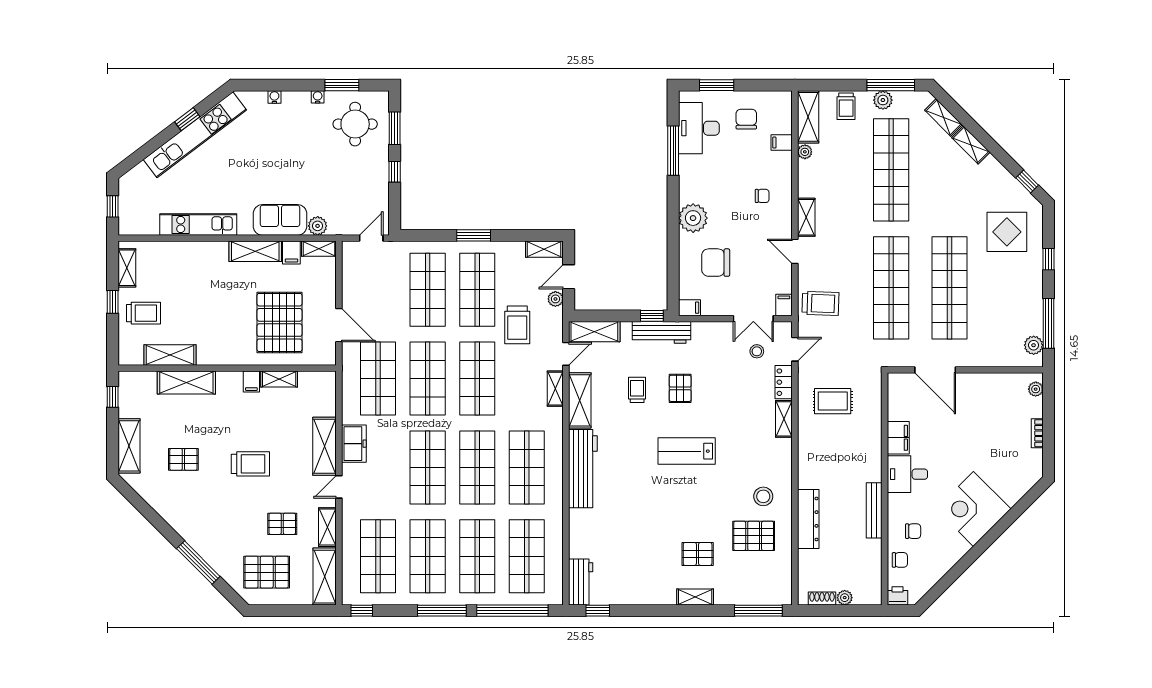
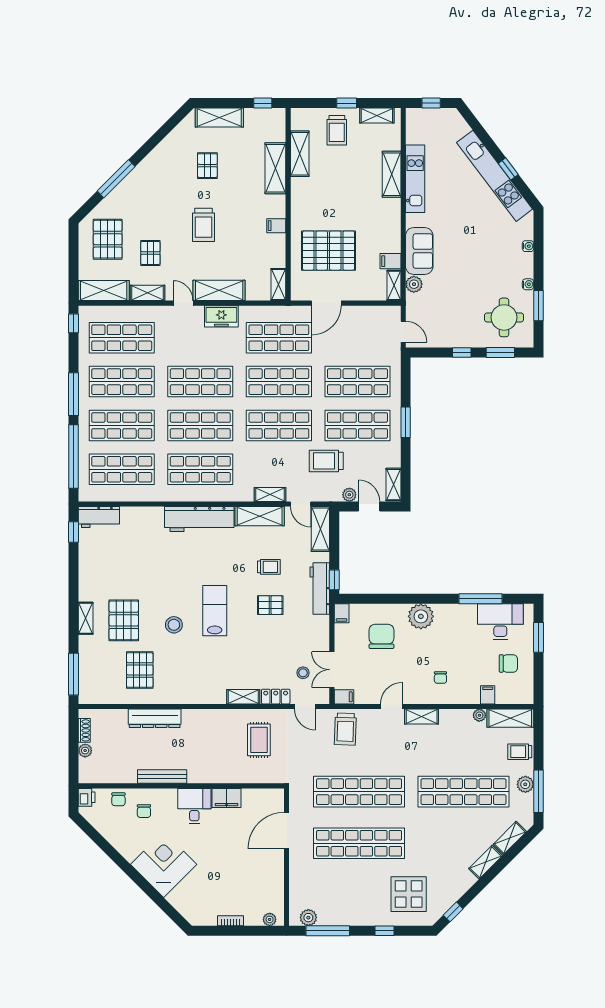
shelving: (255, 251) -> (392, 174), moved
shelving: (279, 379) -> (278, 285), moved
stool: (763, 496) -> (174, 625), moved
pallet: (698, 554) -> (124, 620), width x1.50, depth x1.42

